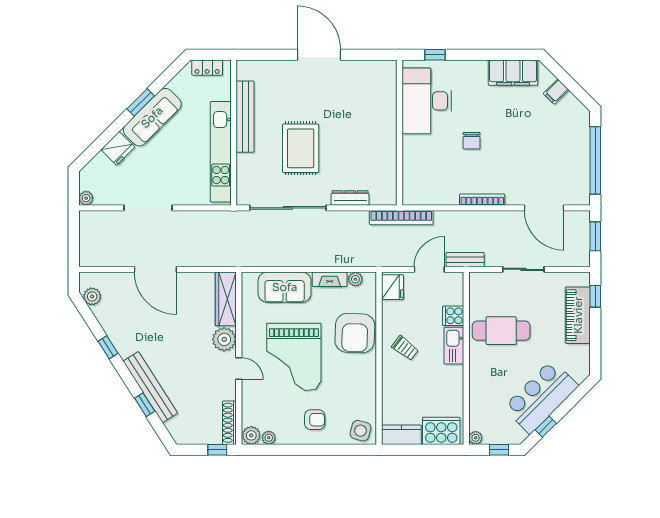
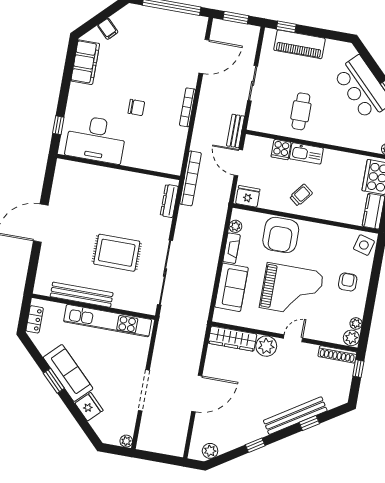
dresser: (350, 198) -> (169, 201), moved
cafe table: (501, 331) -> (301, 111), width x0.73, depth x0.74
armchair: (355, 333) -> (281, 235), turned 88

